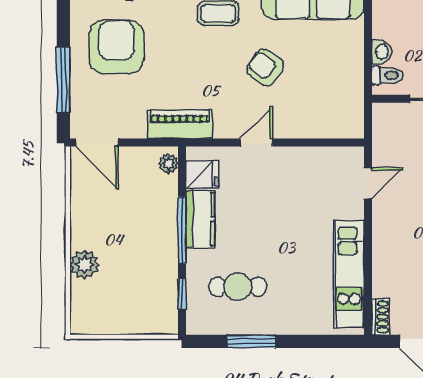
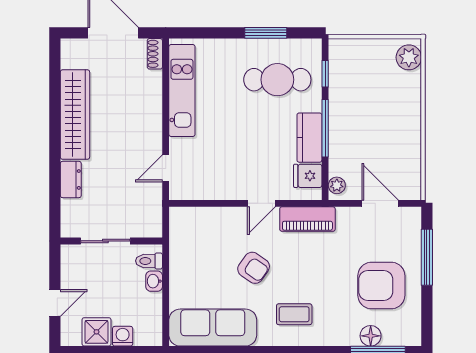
armchair: (116, 47) -> (381, 285), turned 90
piano: (180, 124) -> (307, 219), moved
door: (97, 143) -> (380, 203), moved
plant: (84, 265) -> (409, 57), moved
cafe table: (238, 287) -> (277, 80), width x1.37, depth x1.35

